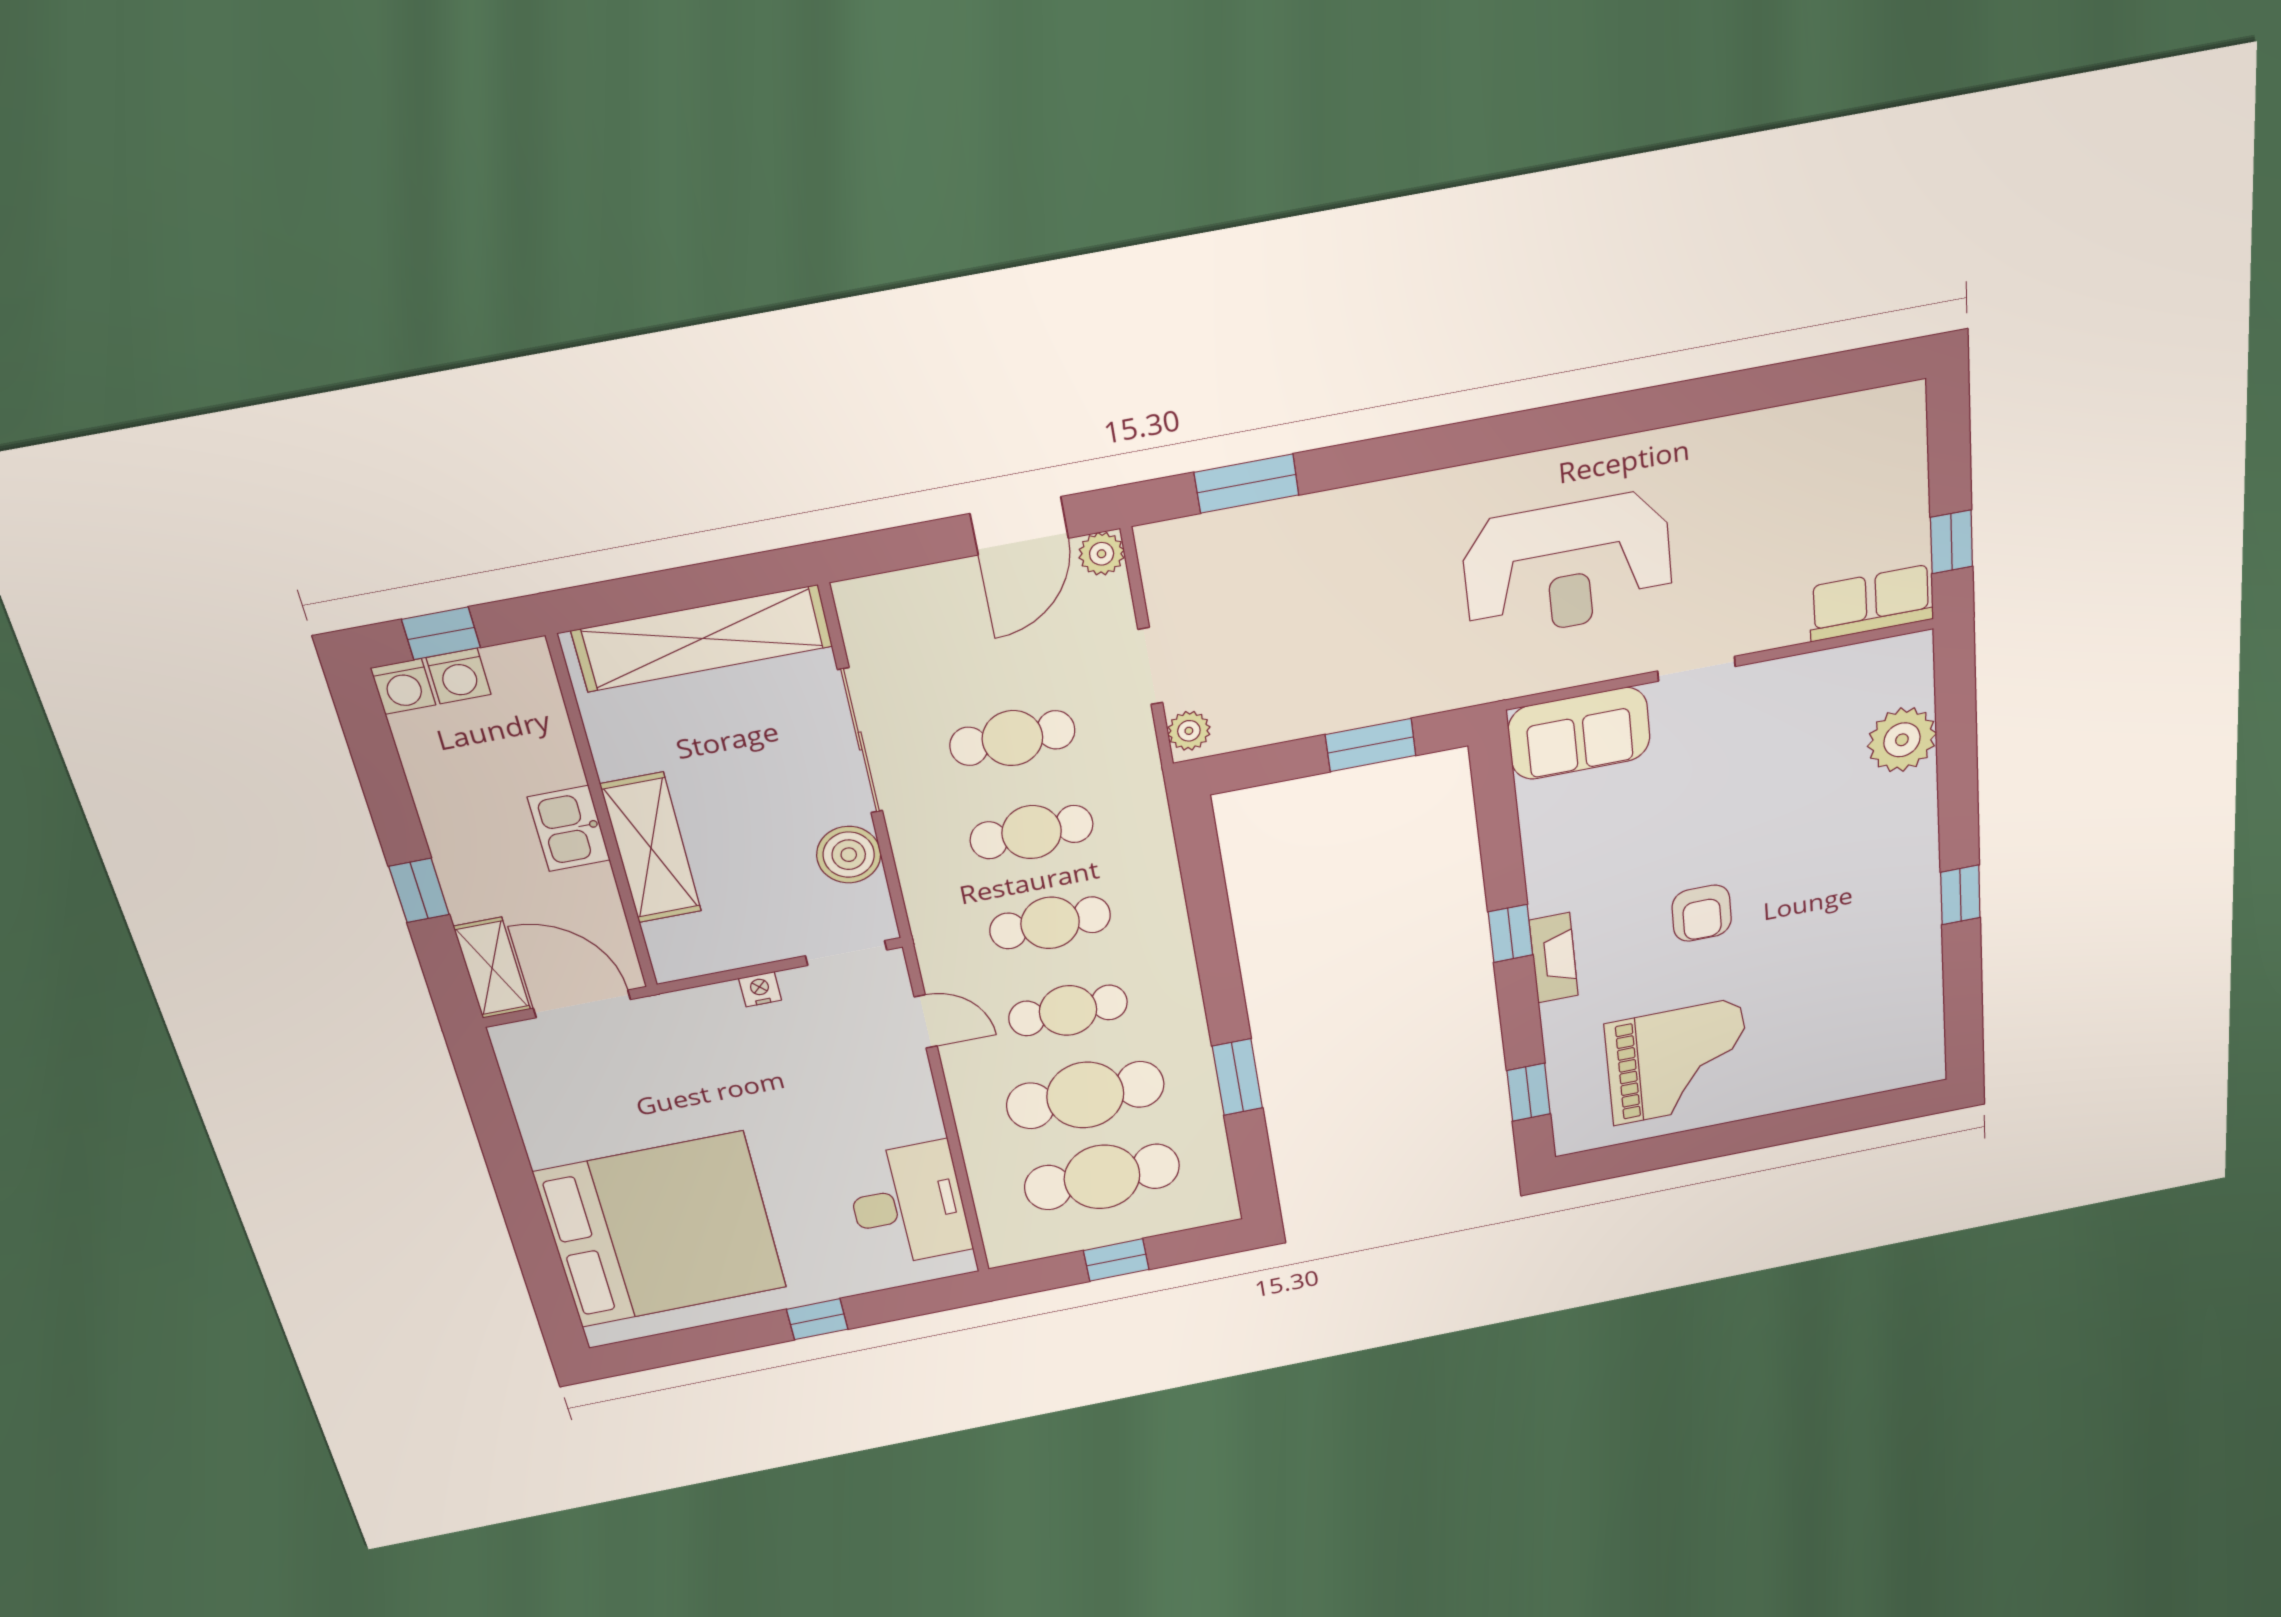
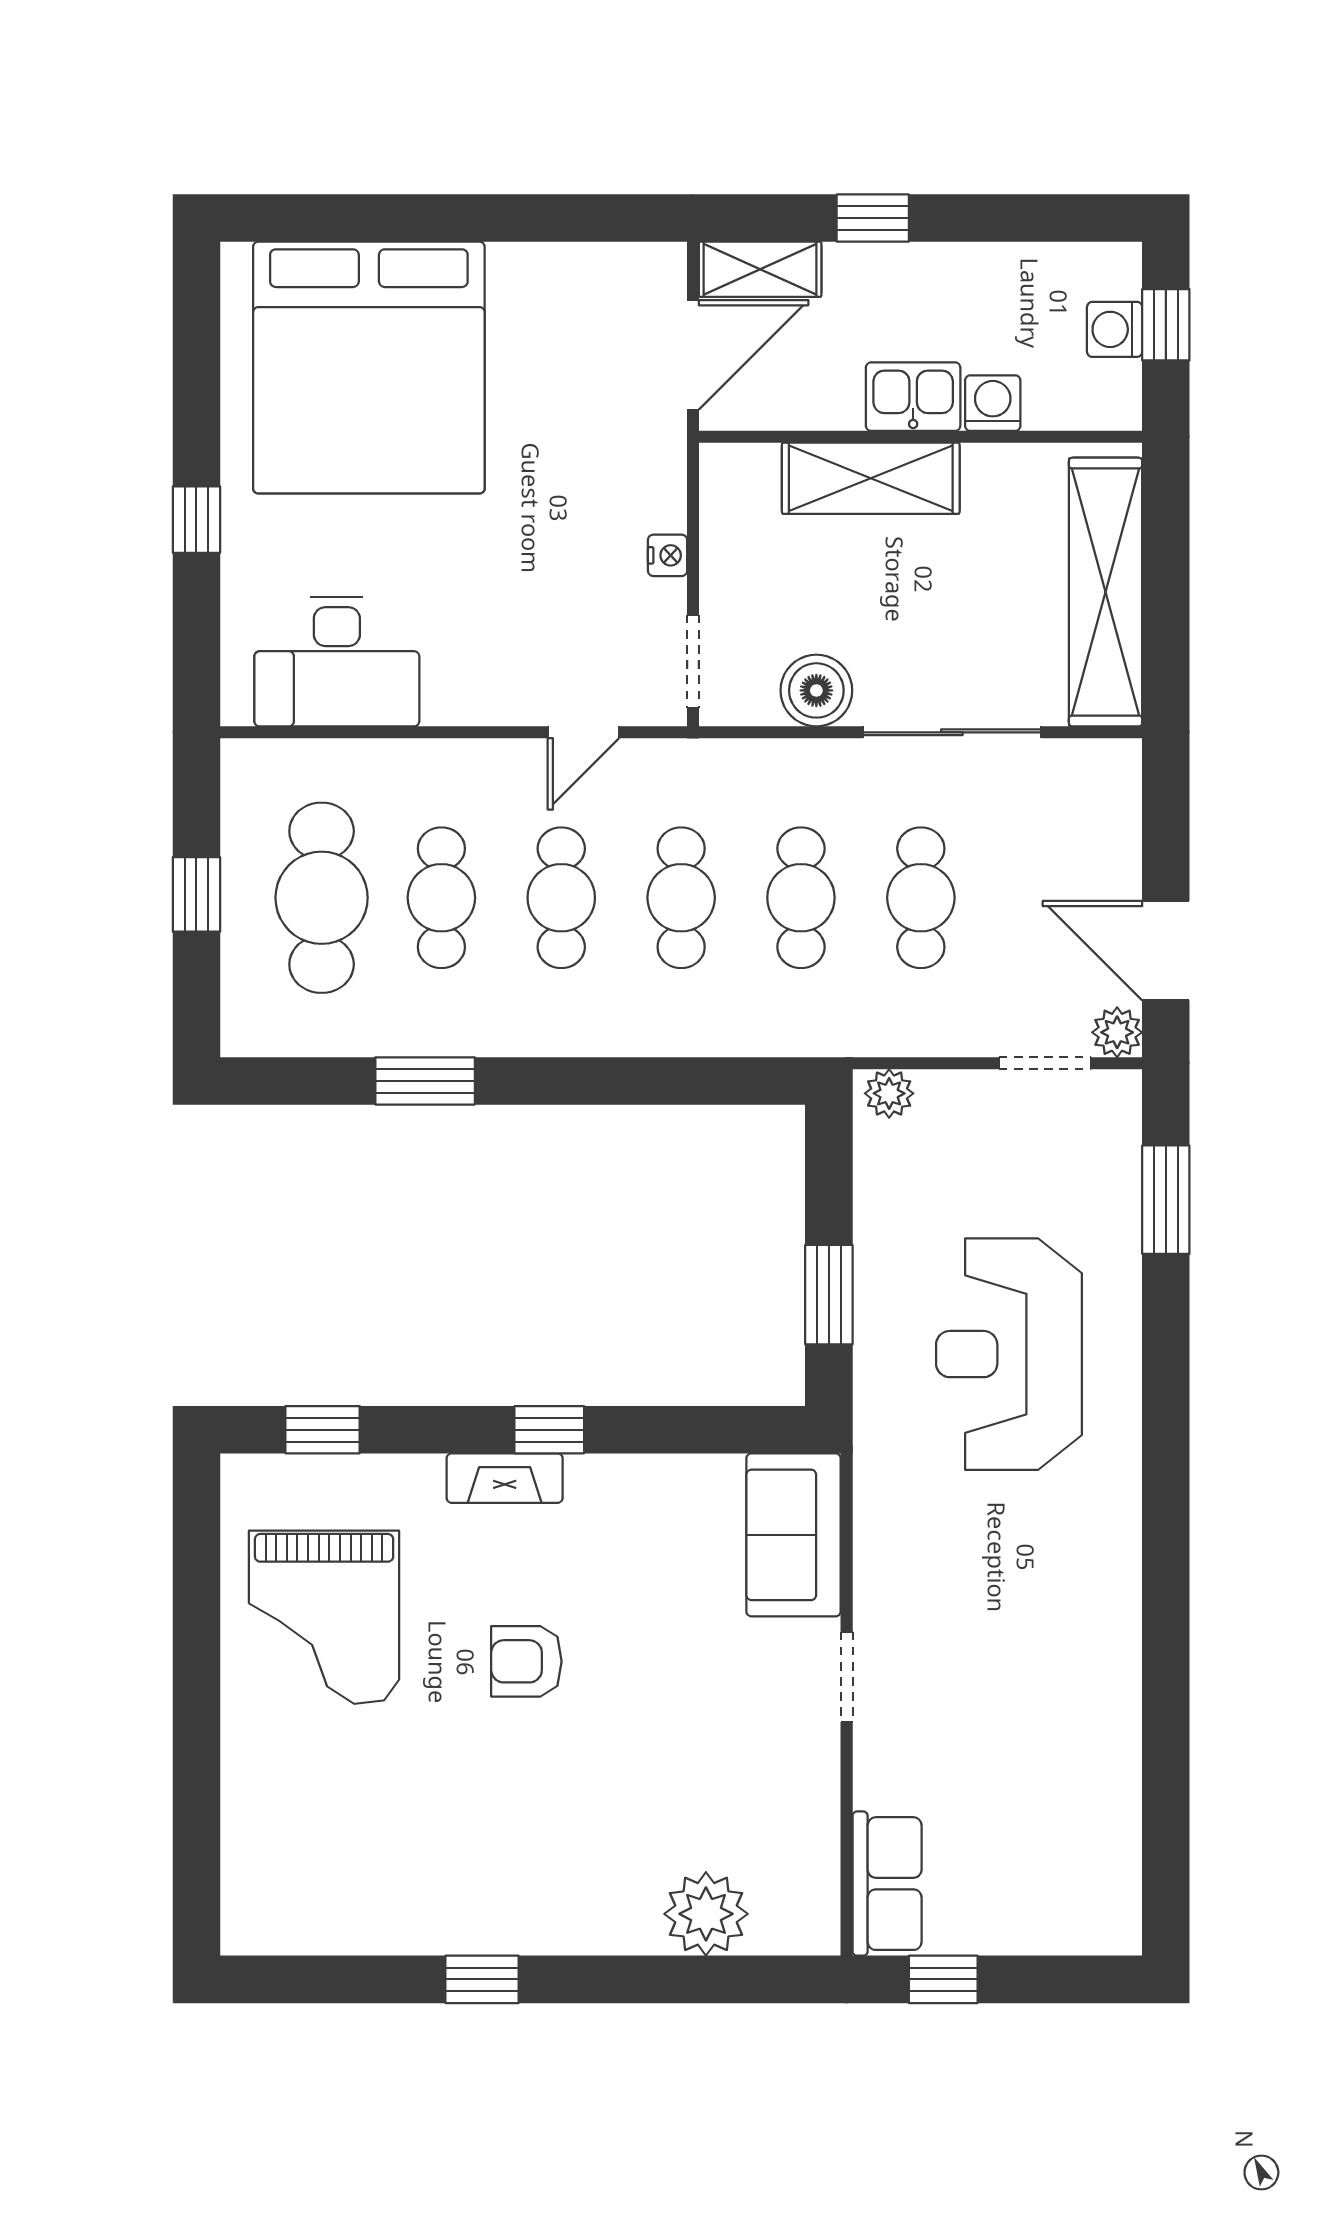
reception desk: (1568, 566) -> (1009, 1354), moved
doorway: (1150, 666) -> (1045, 1063), moved
washing machine: (403, 686) -> (993, 403), moved, turned 90
cafe table: (1085, 1095) -> (441, 898), width x0.73, depth x0.74

